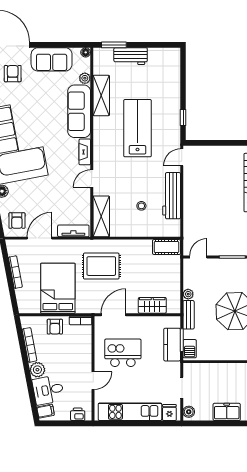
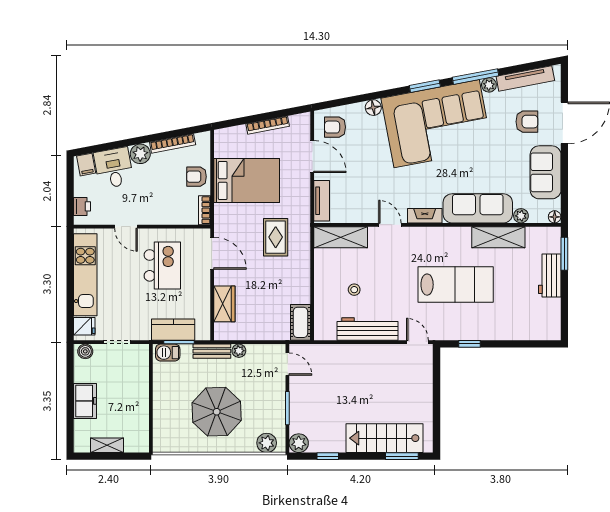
rug: (101, 266) -> (276, 237), width x0.73, depth x0.70

